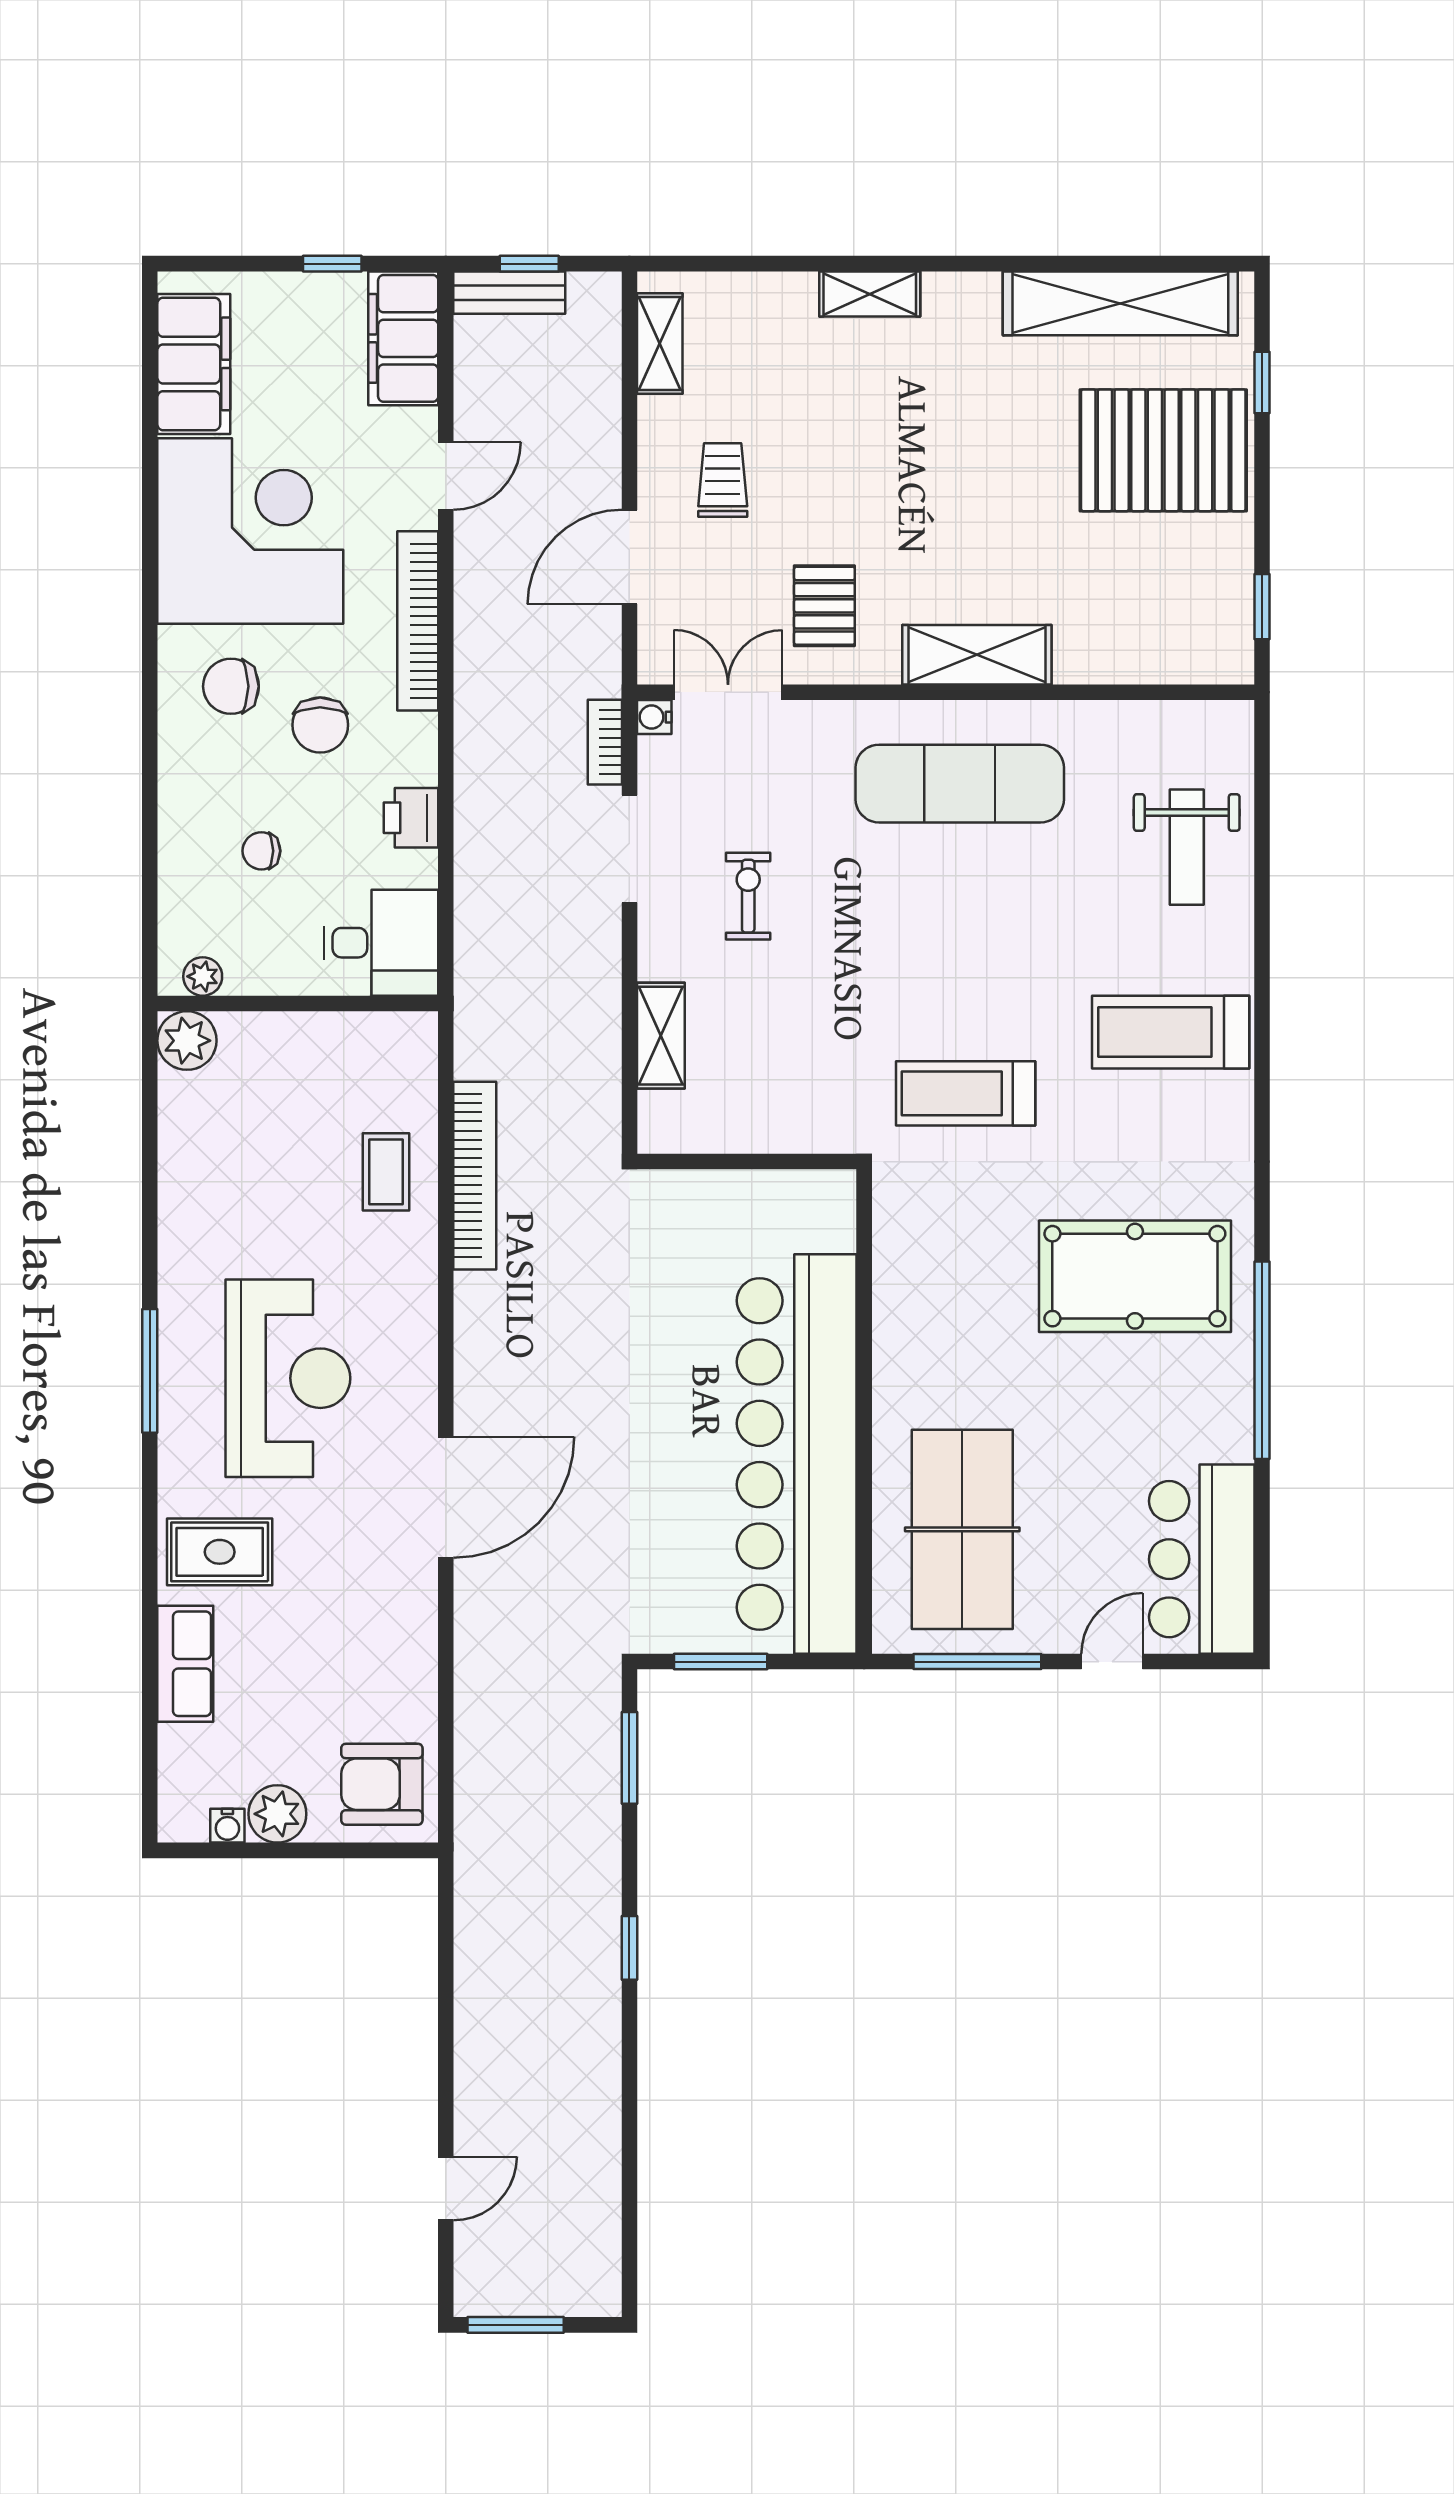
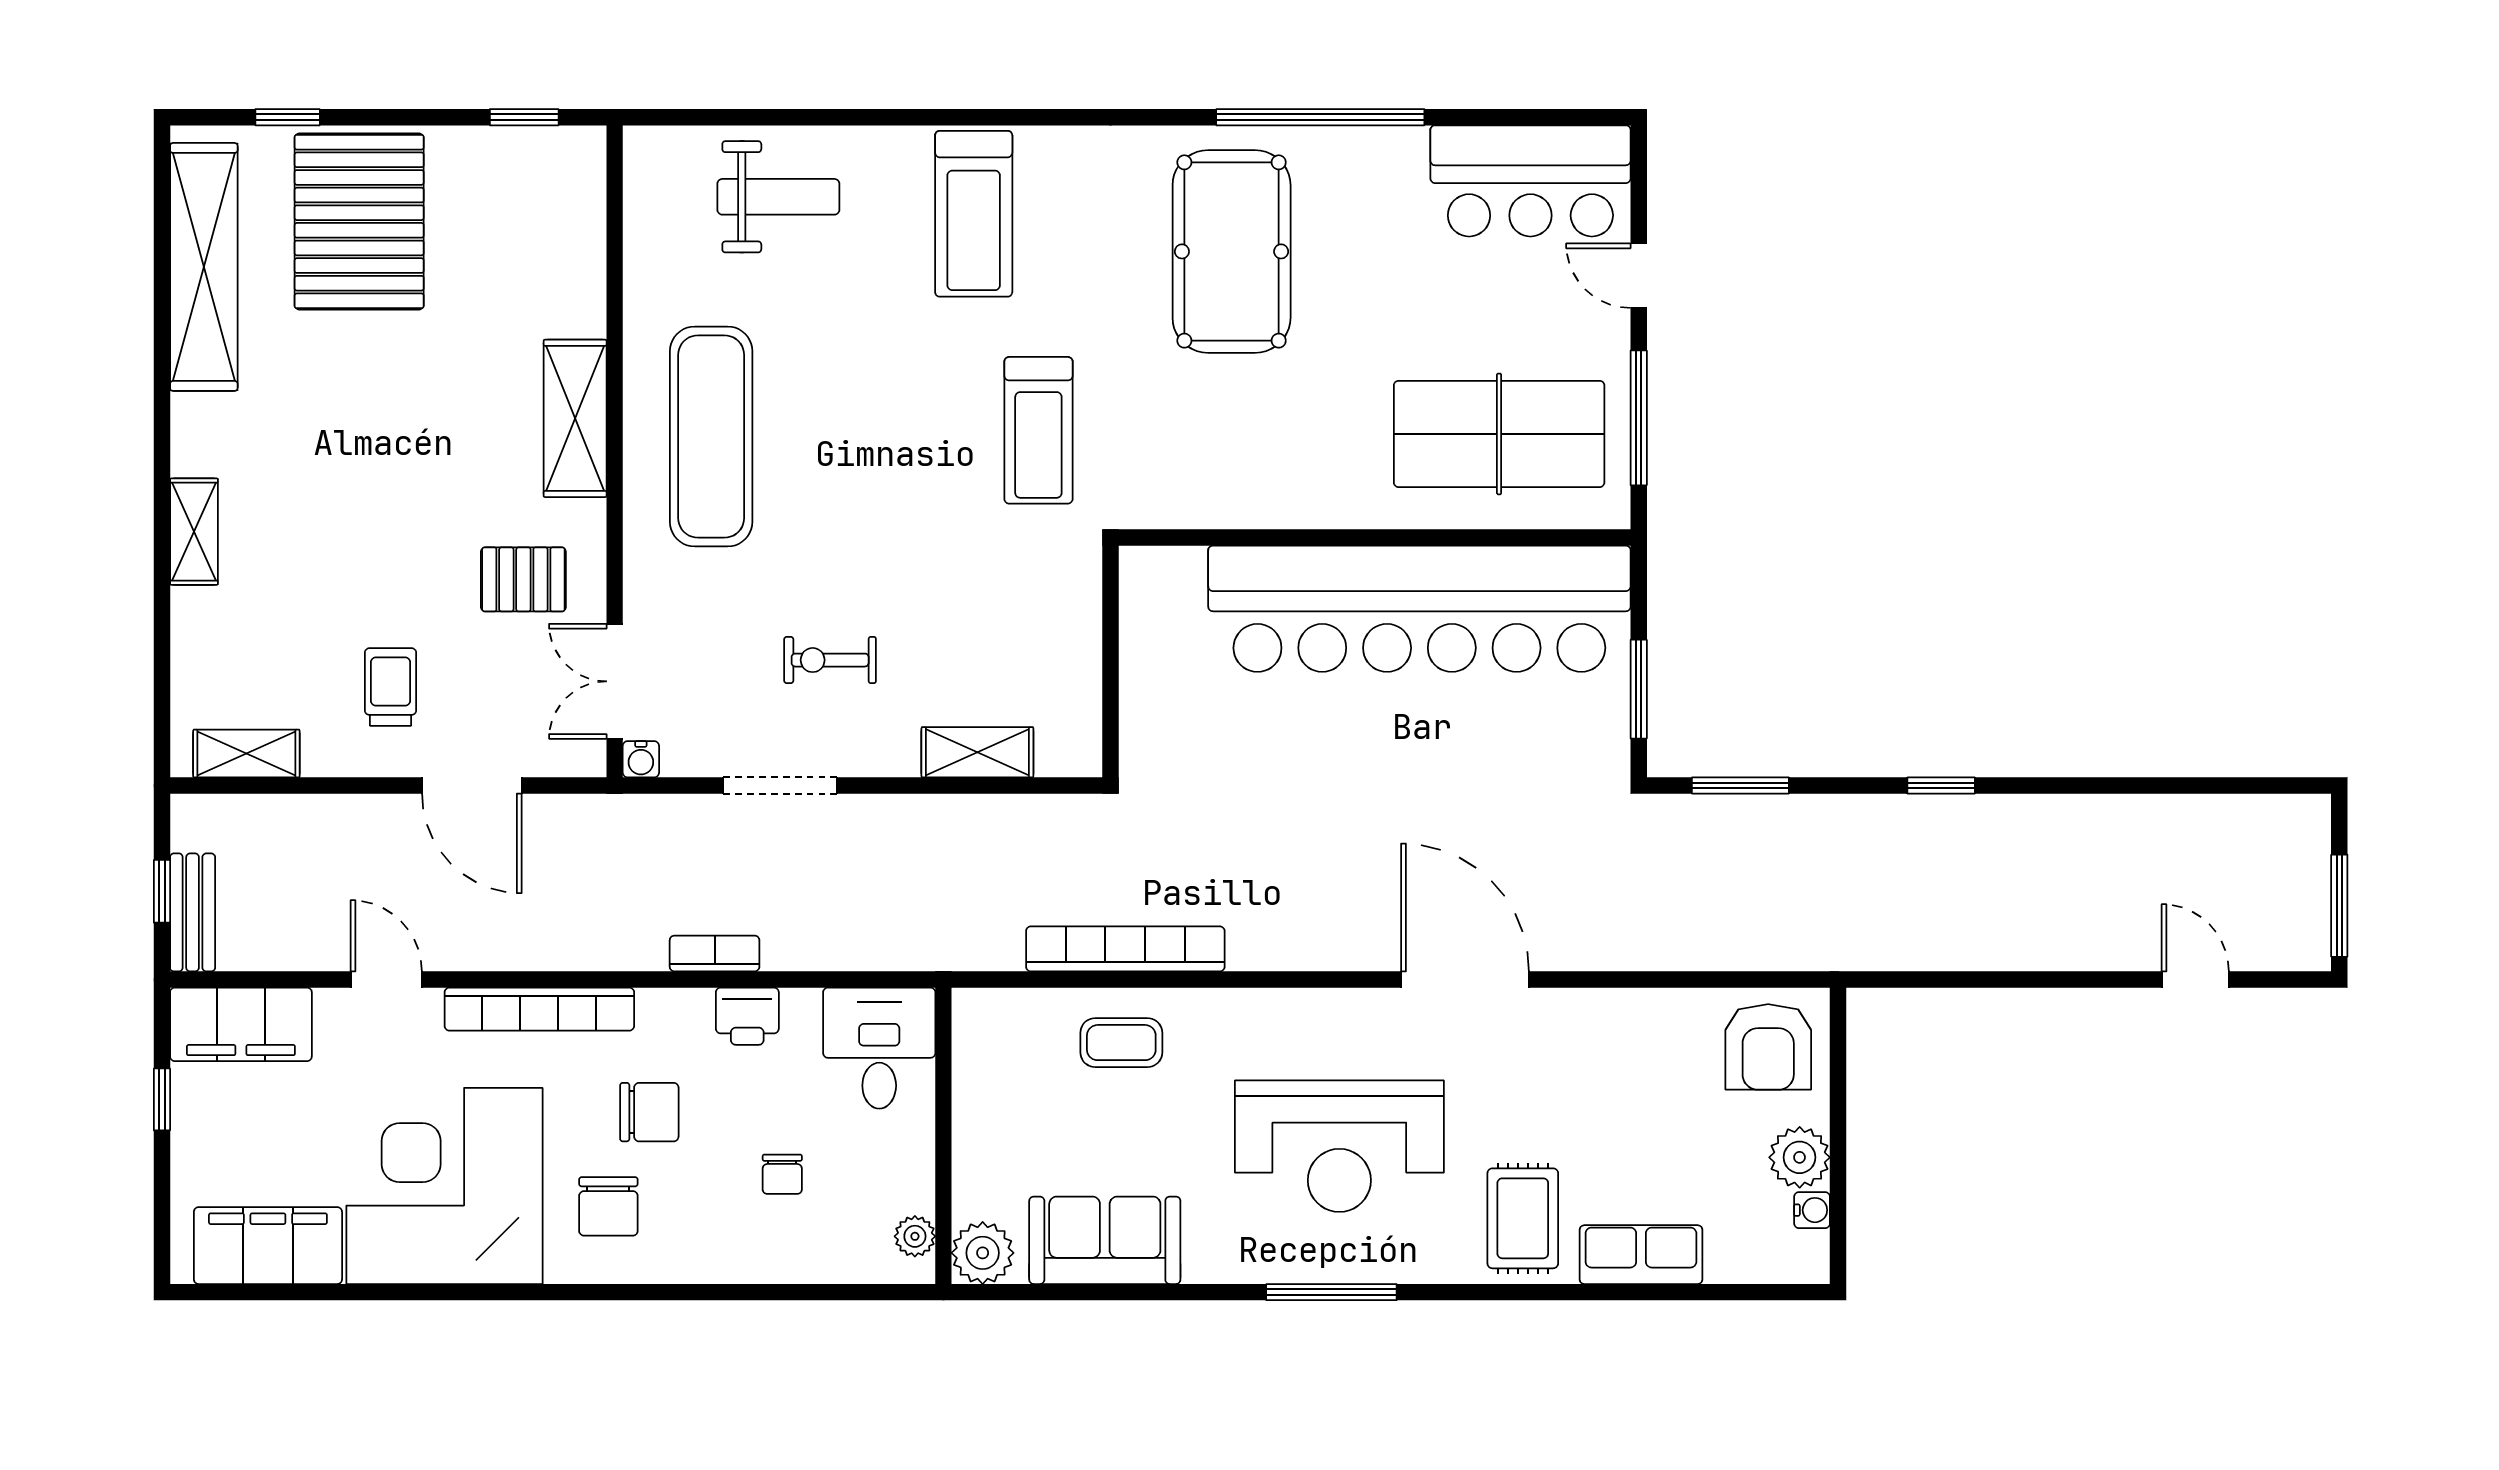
trolley: (723, 480) -> (391, 687), turned 90
bookcase: (605, 742) -> (715, 953), moved, turned 180
sofa: (199, 1156) -> (1105, 1240), added
reception desk: (288, 1378) -> (1339, 1146), turned 180

